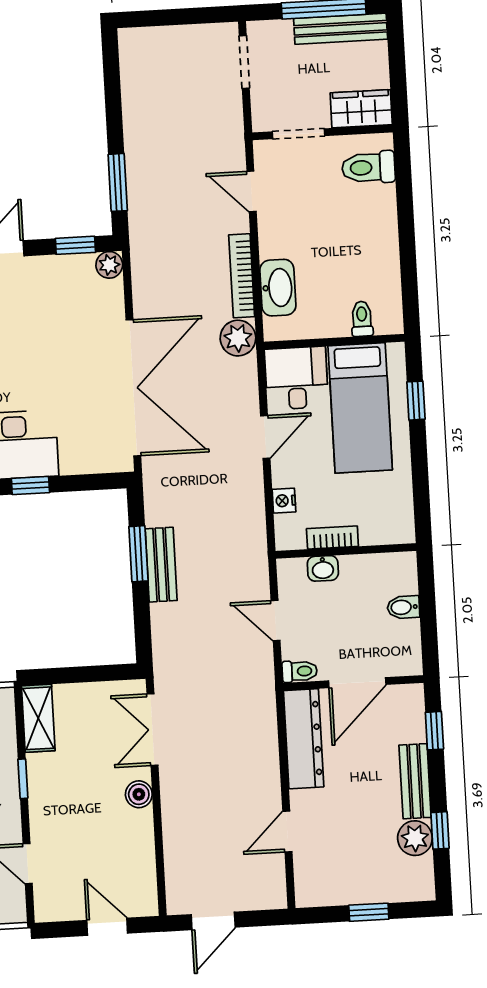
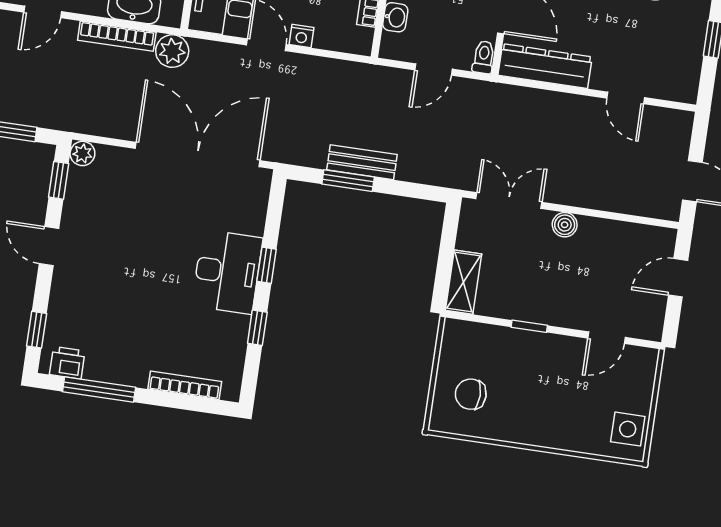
nightstand: (284, 501) -> (302, 36), moved
shelving: (38, 718) -> (463, 282), moved, turned 90
double door: (152, 730) -> (509, 200), swing flipped

